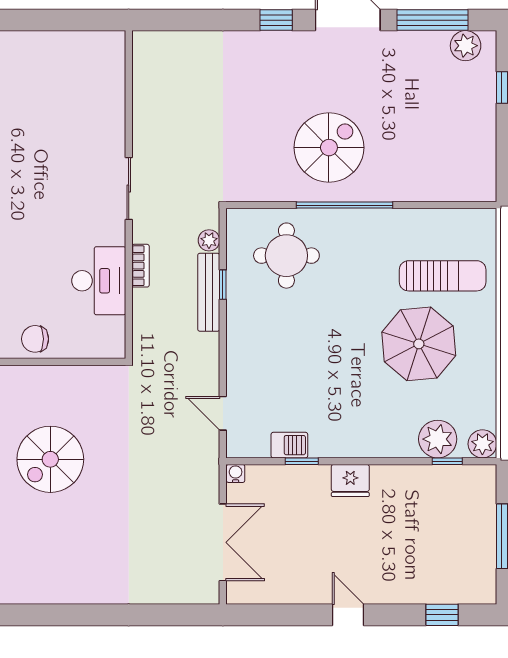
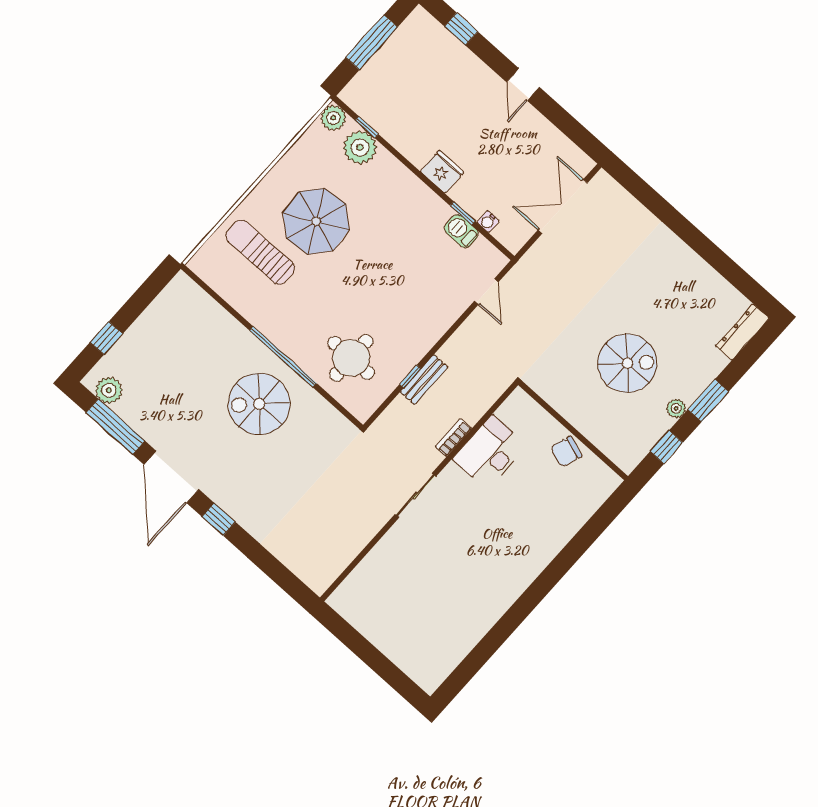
plant: (209, 240) -> (393, 414), removed
bench: (209, 292) -> (424, 380), width x0.73
chair: (35, 339) -> (566, 452), turned 109
water cooler: (236, 473) -> (488, 222), moved

